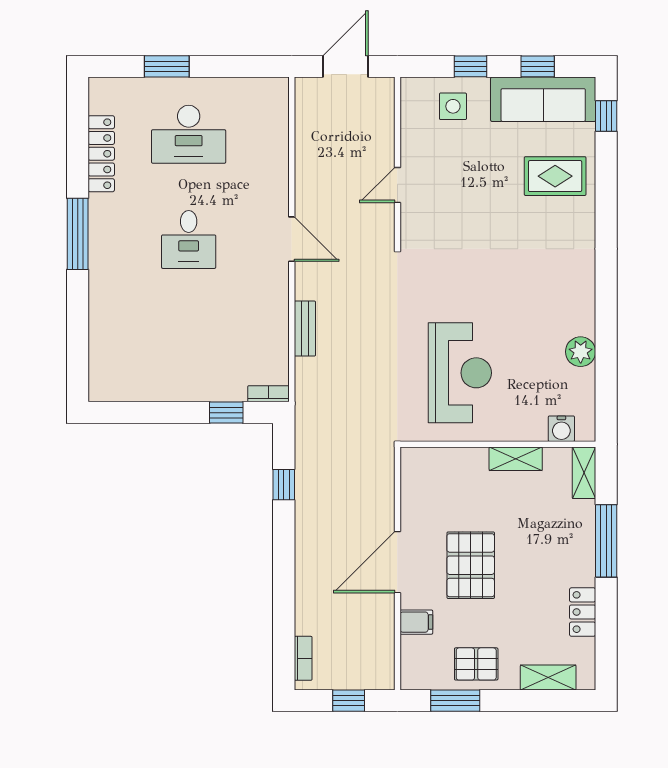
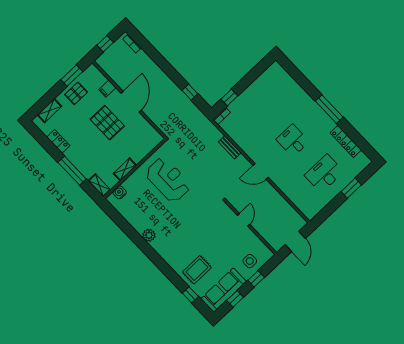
window: (606, 116) -> (190, 295), moved
plant: (581, 352) -> (149, 235), moved
reception desk: (460, 373) -> (168, 180), turned 180

